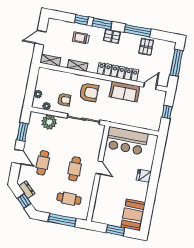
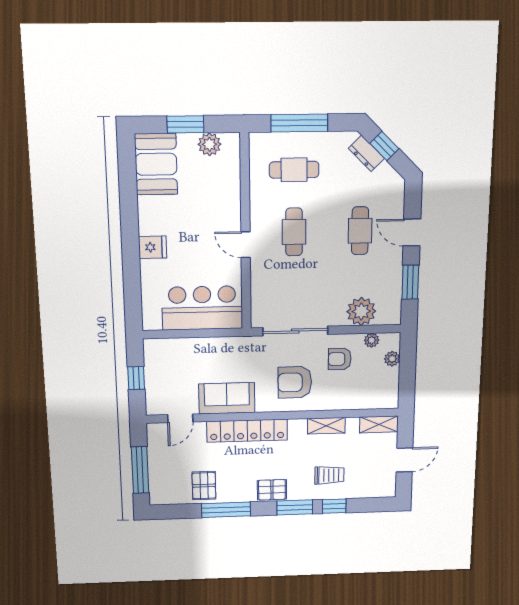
dresser: (27, 190) -> (366, 153), moved
plant: (106, 219) -> (209, 144), added

